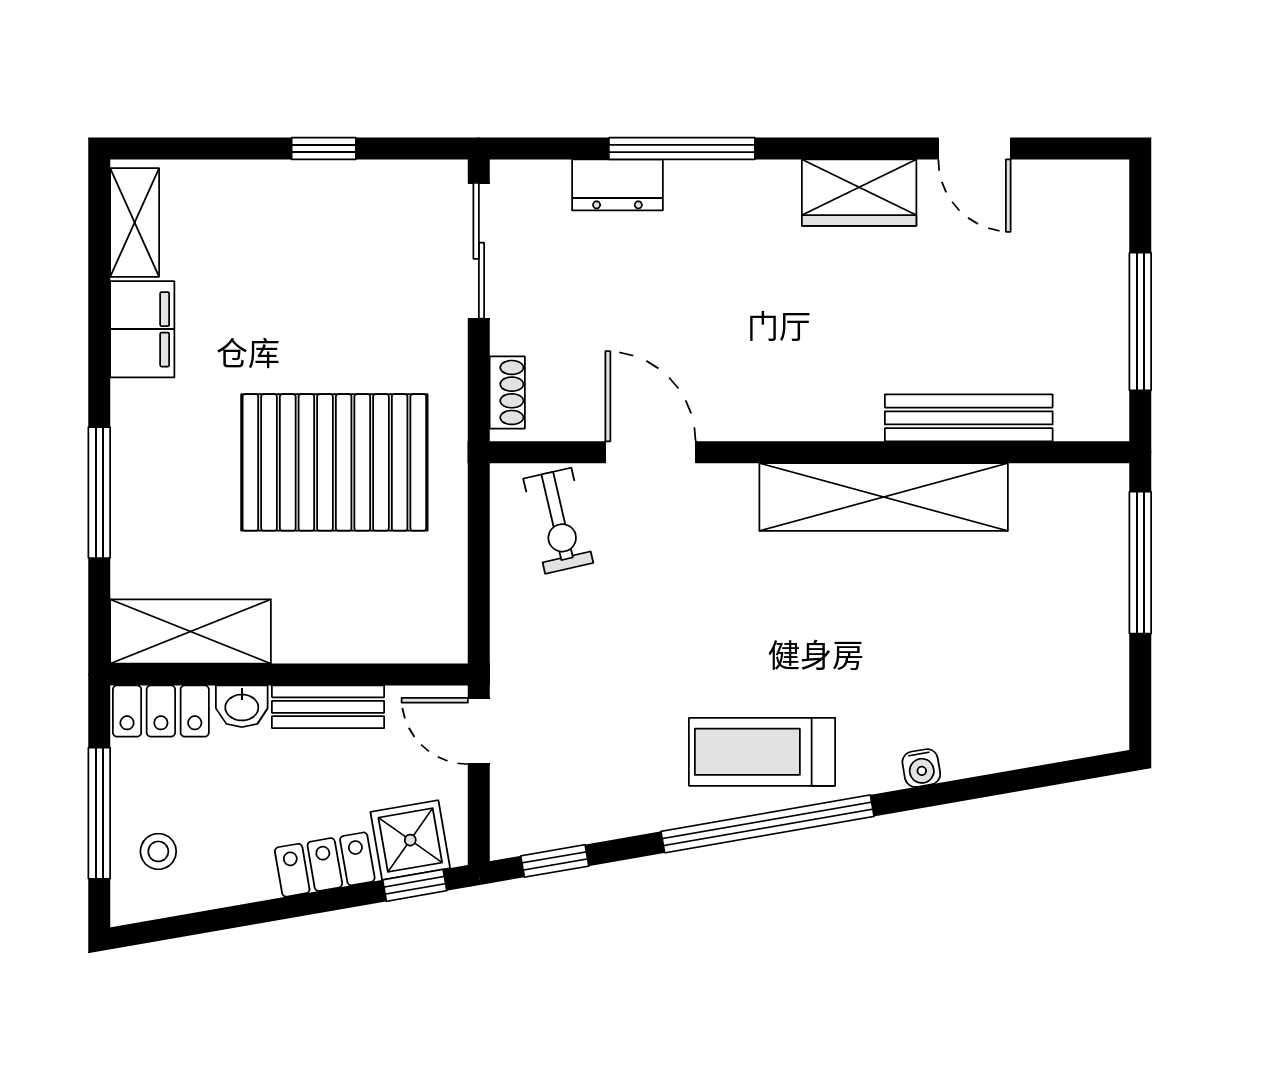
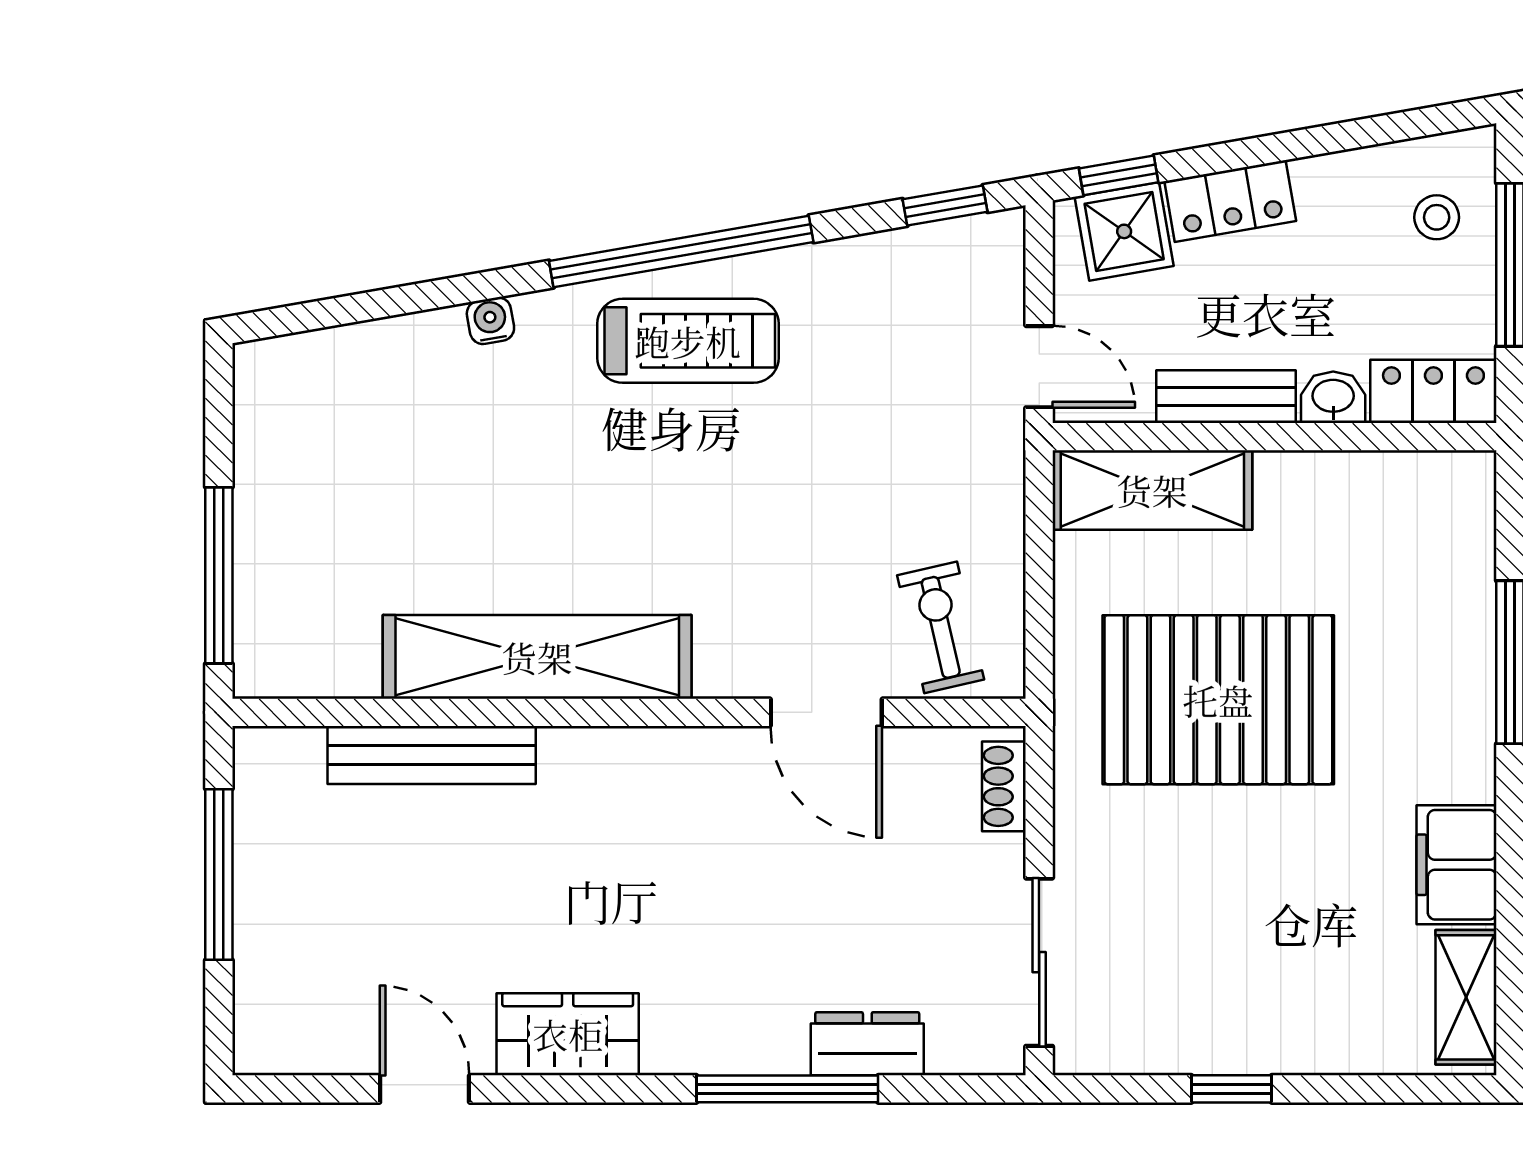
shelving: (191, 632) -> (1152, 490), moved

